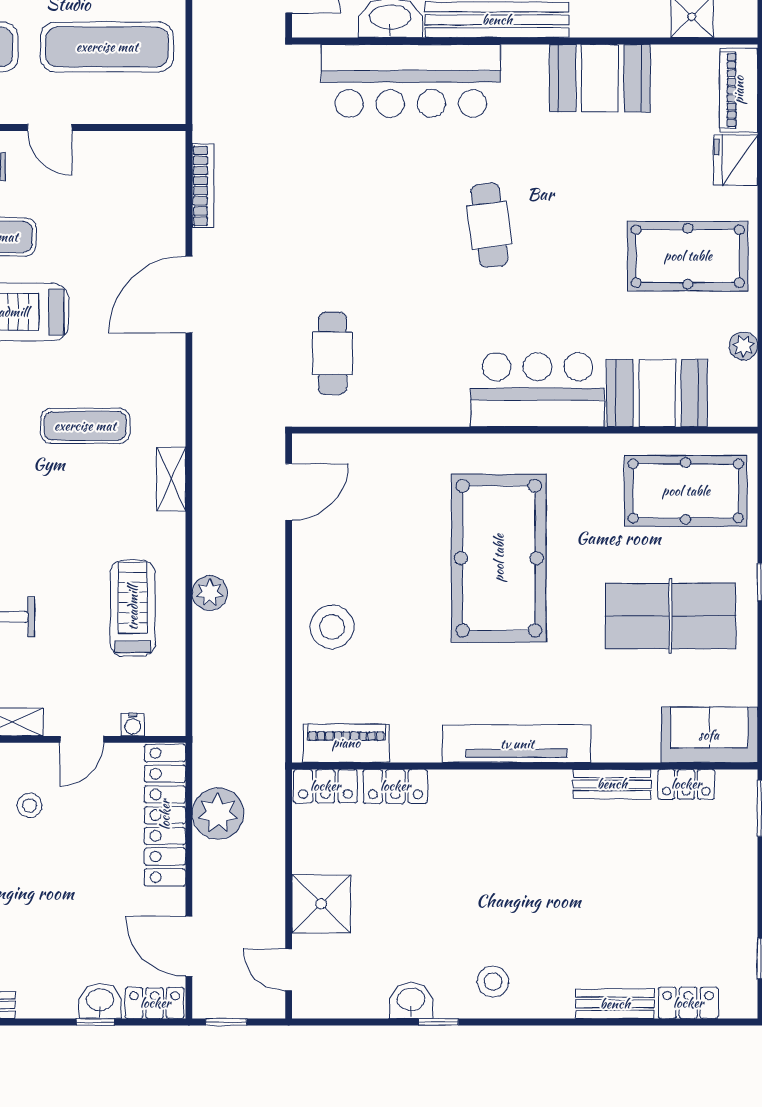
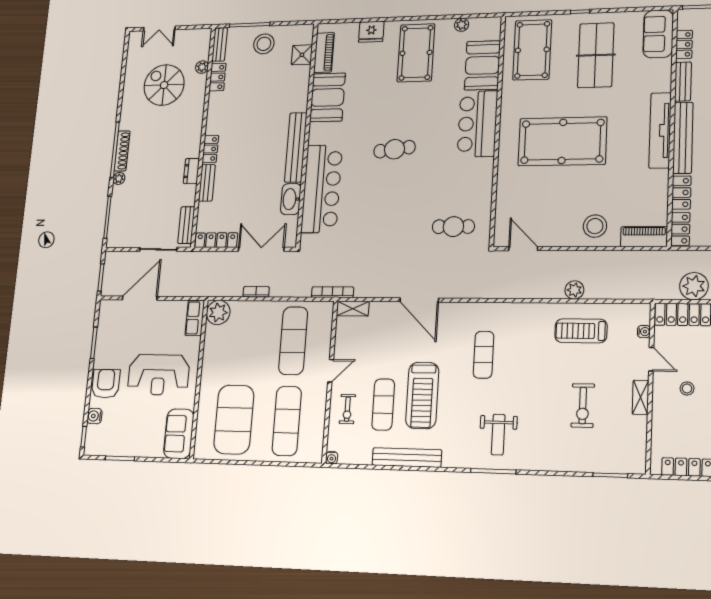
piano: (739, 90) -> (324, 53), moved, turned -90
bookcase: (203, 186) -> (333, 292), moved
shelving: (171, 479) -> (353, 309), moved
piano: (346, 743) -> (644, 237), moved, turned 90
bench: (501, 787) -> (683, 138), added

